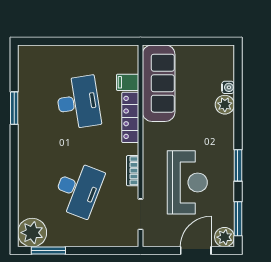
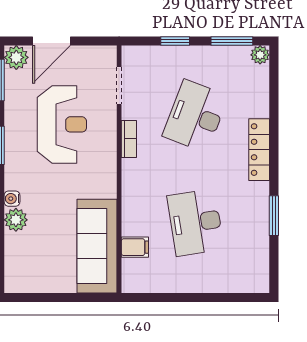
water cooler: (228, 87) -> (12, 199), moved
locker: (130, 117) -> (259, 150), moved, turned 180
reception desk: (187, 182) -> (62, 124), turned 180
plant: (32, 233) -> (260, 55), width x0.53, depth x0.53
window: (95, 251) -> (175, 41), added

